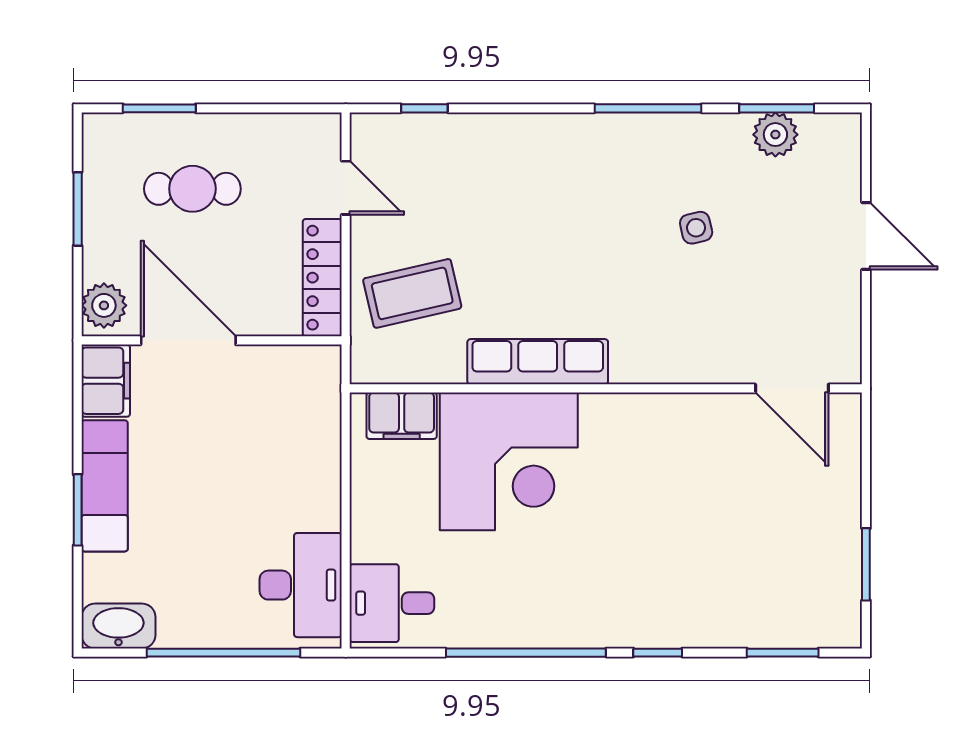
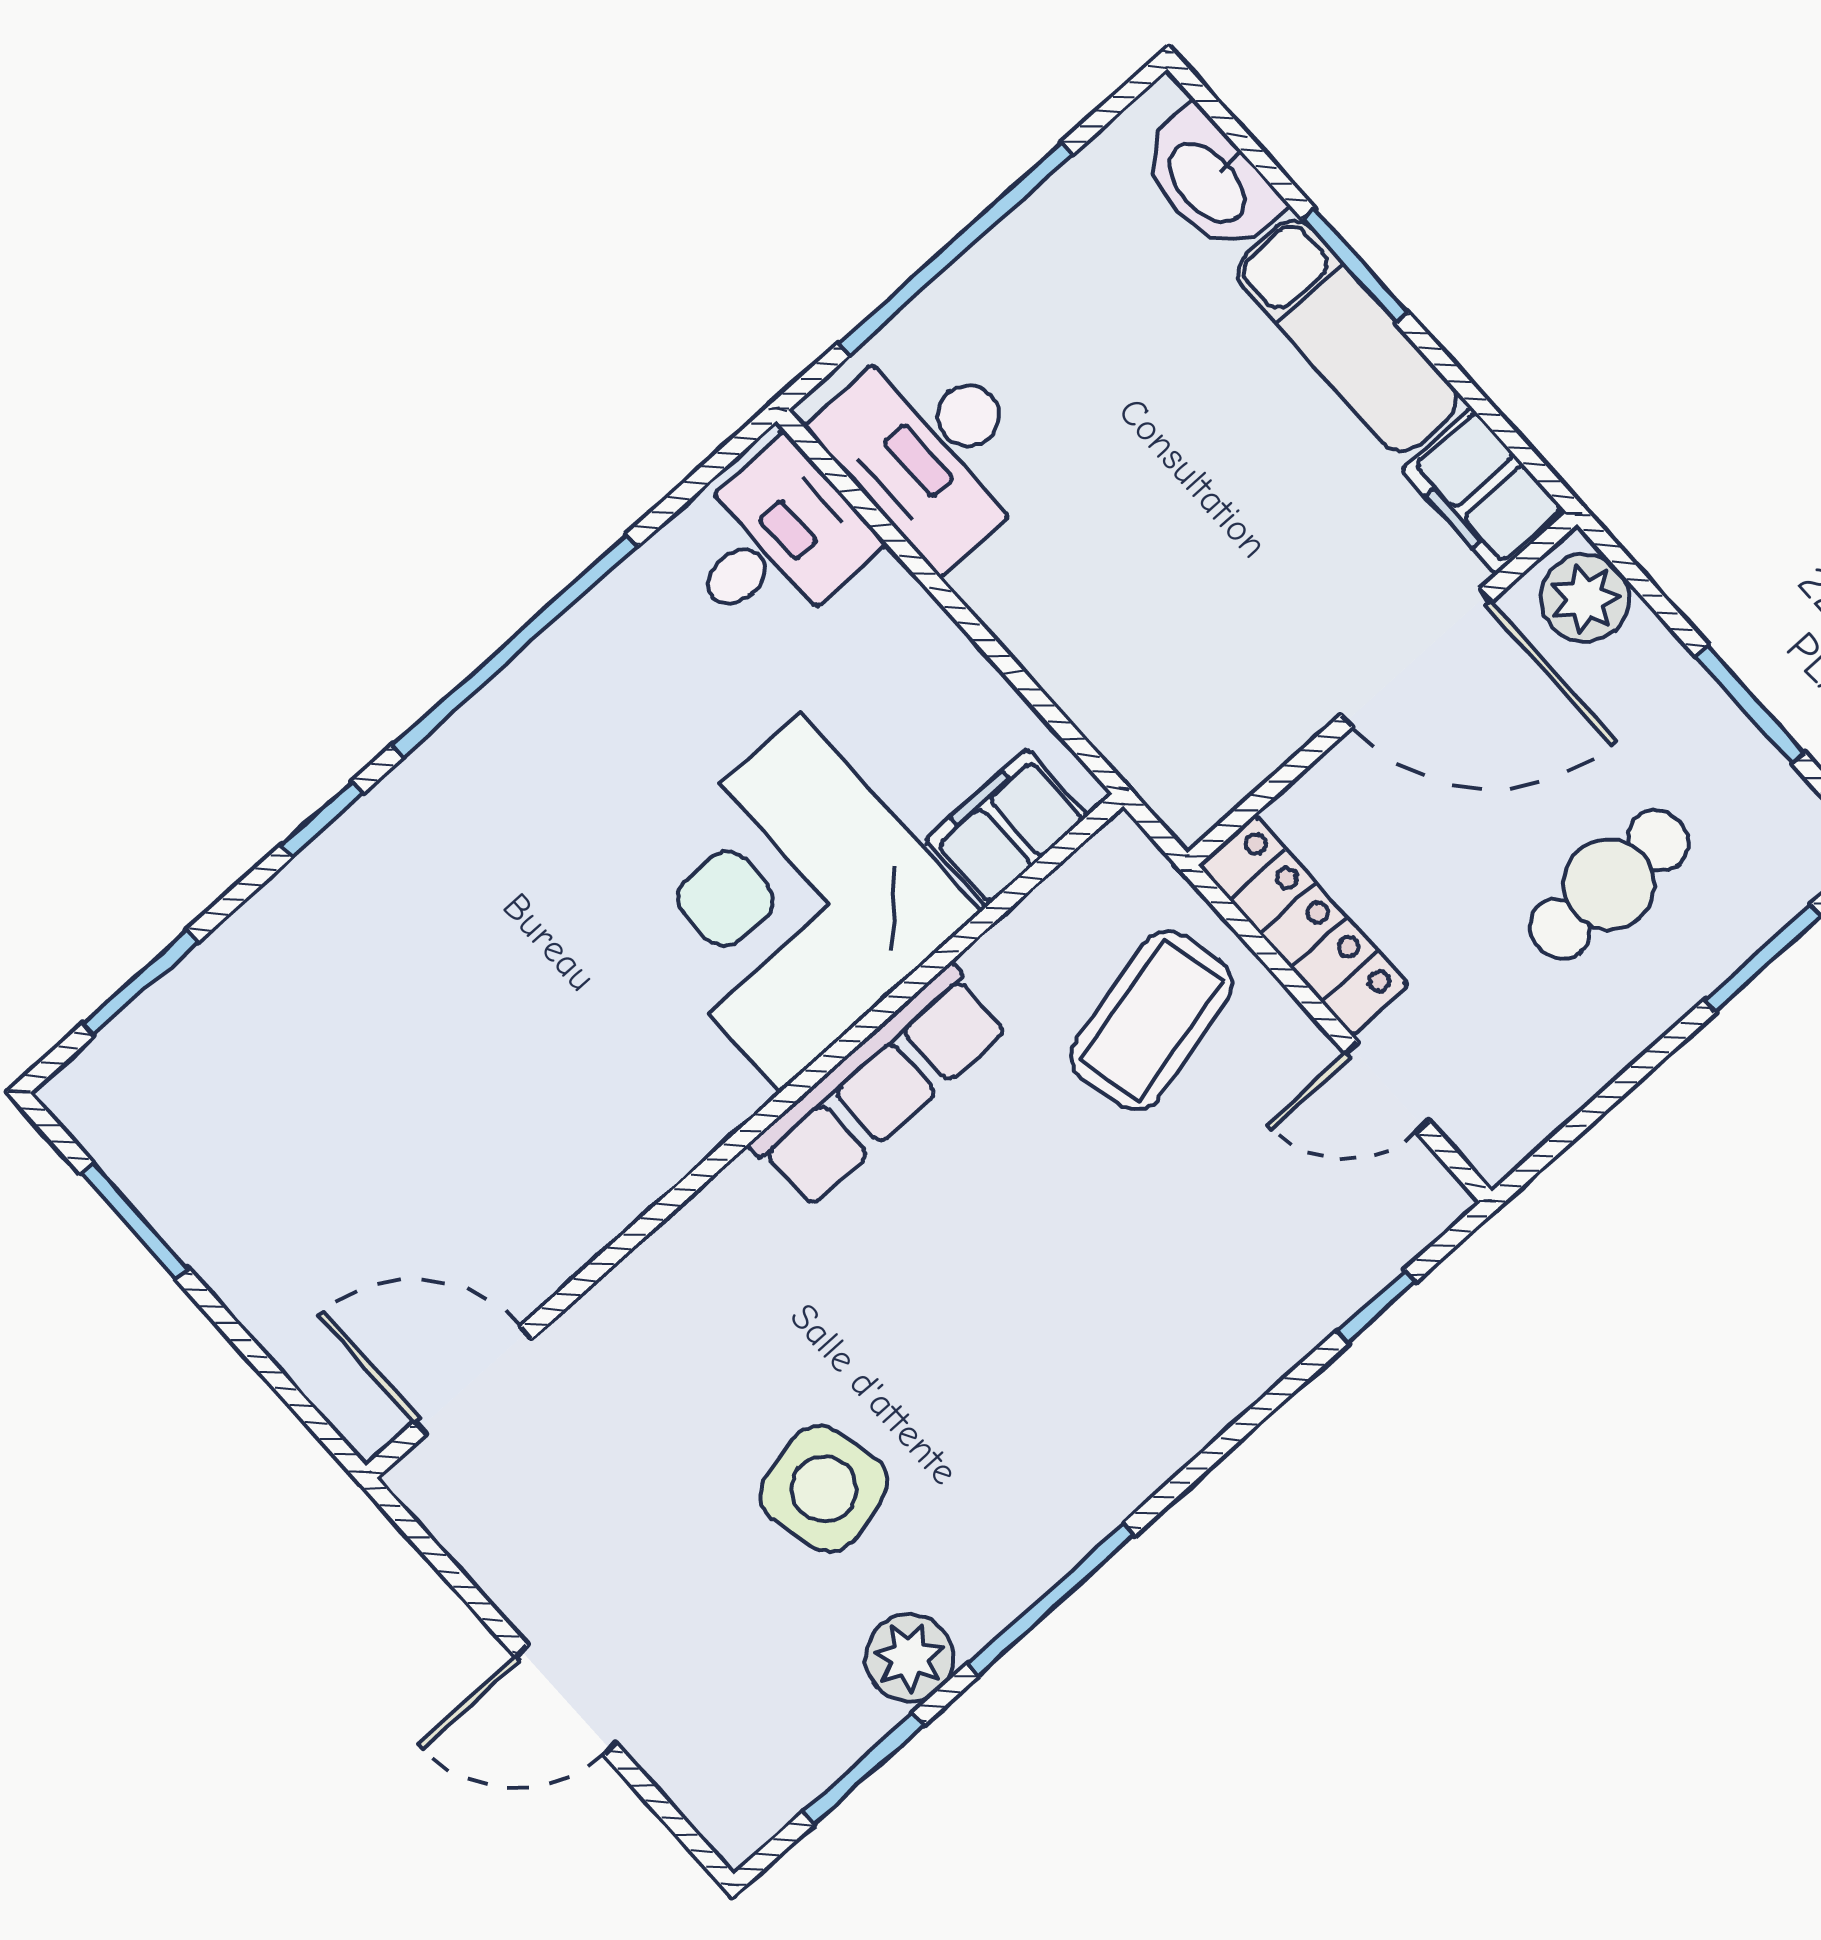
plant: (775, 135) -> (909, 1658), moved
side table: (696, 228) -> (824, 1489), width x1.87, depth x1.87
washbasin: (118, 626) -> (1209, 181), moved, turned 90

